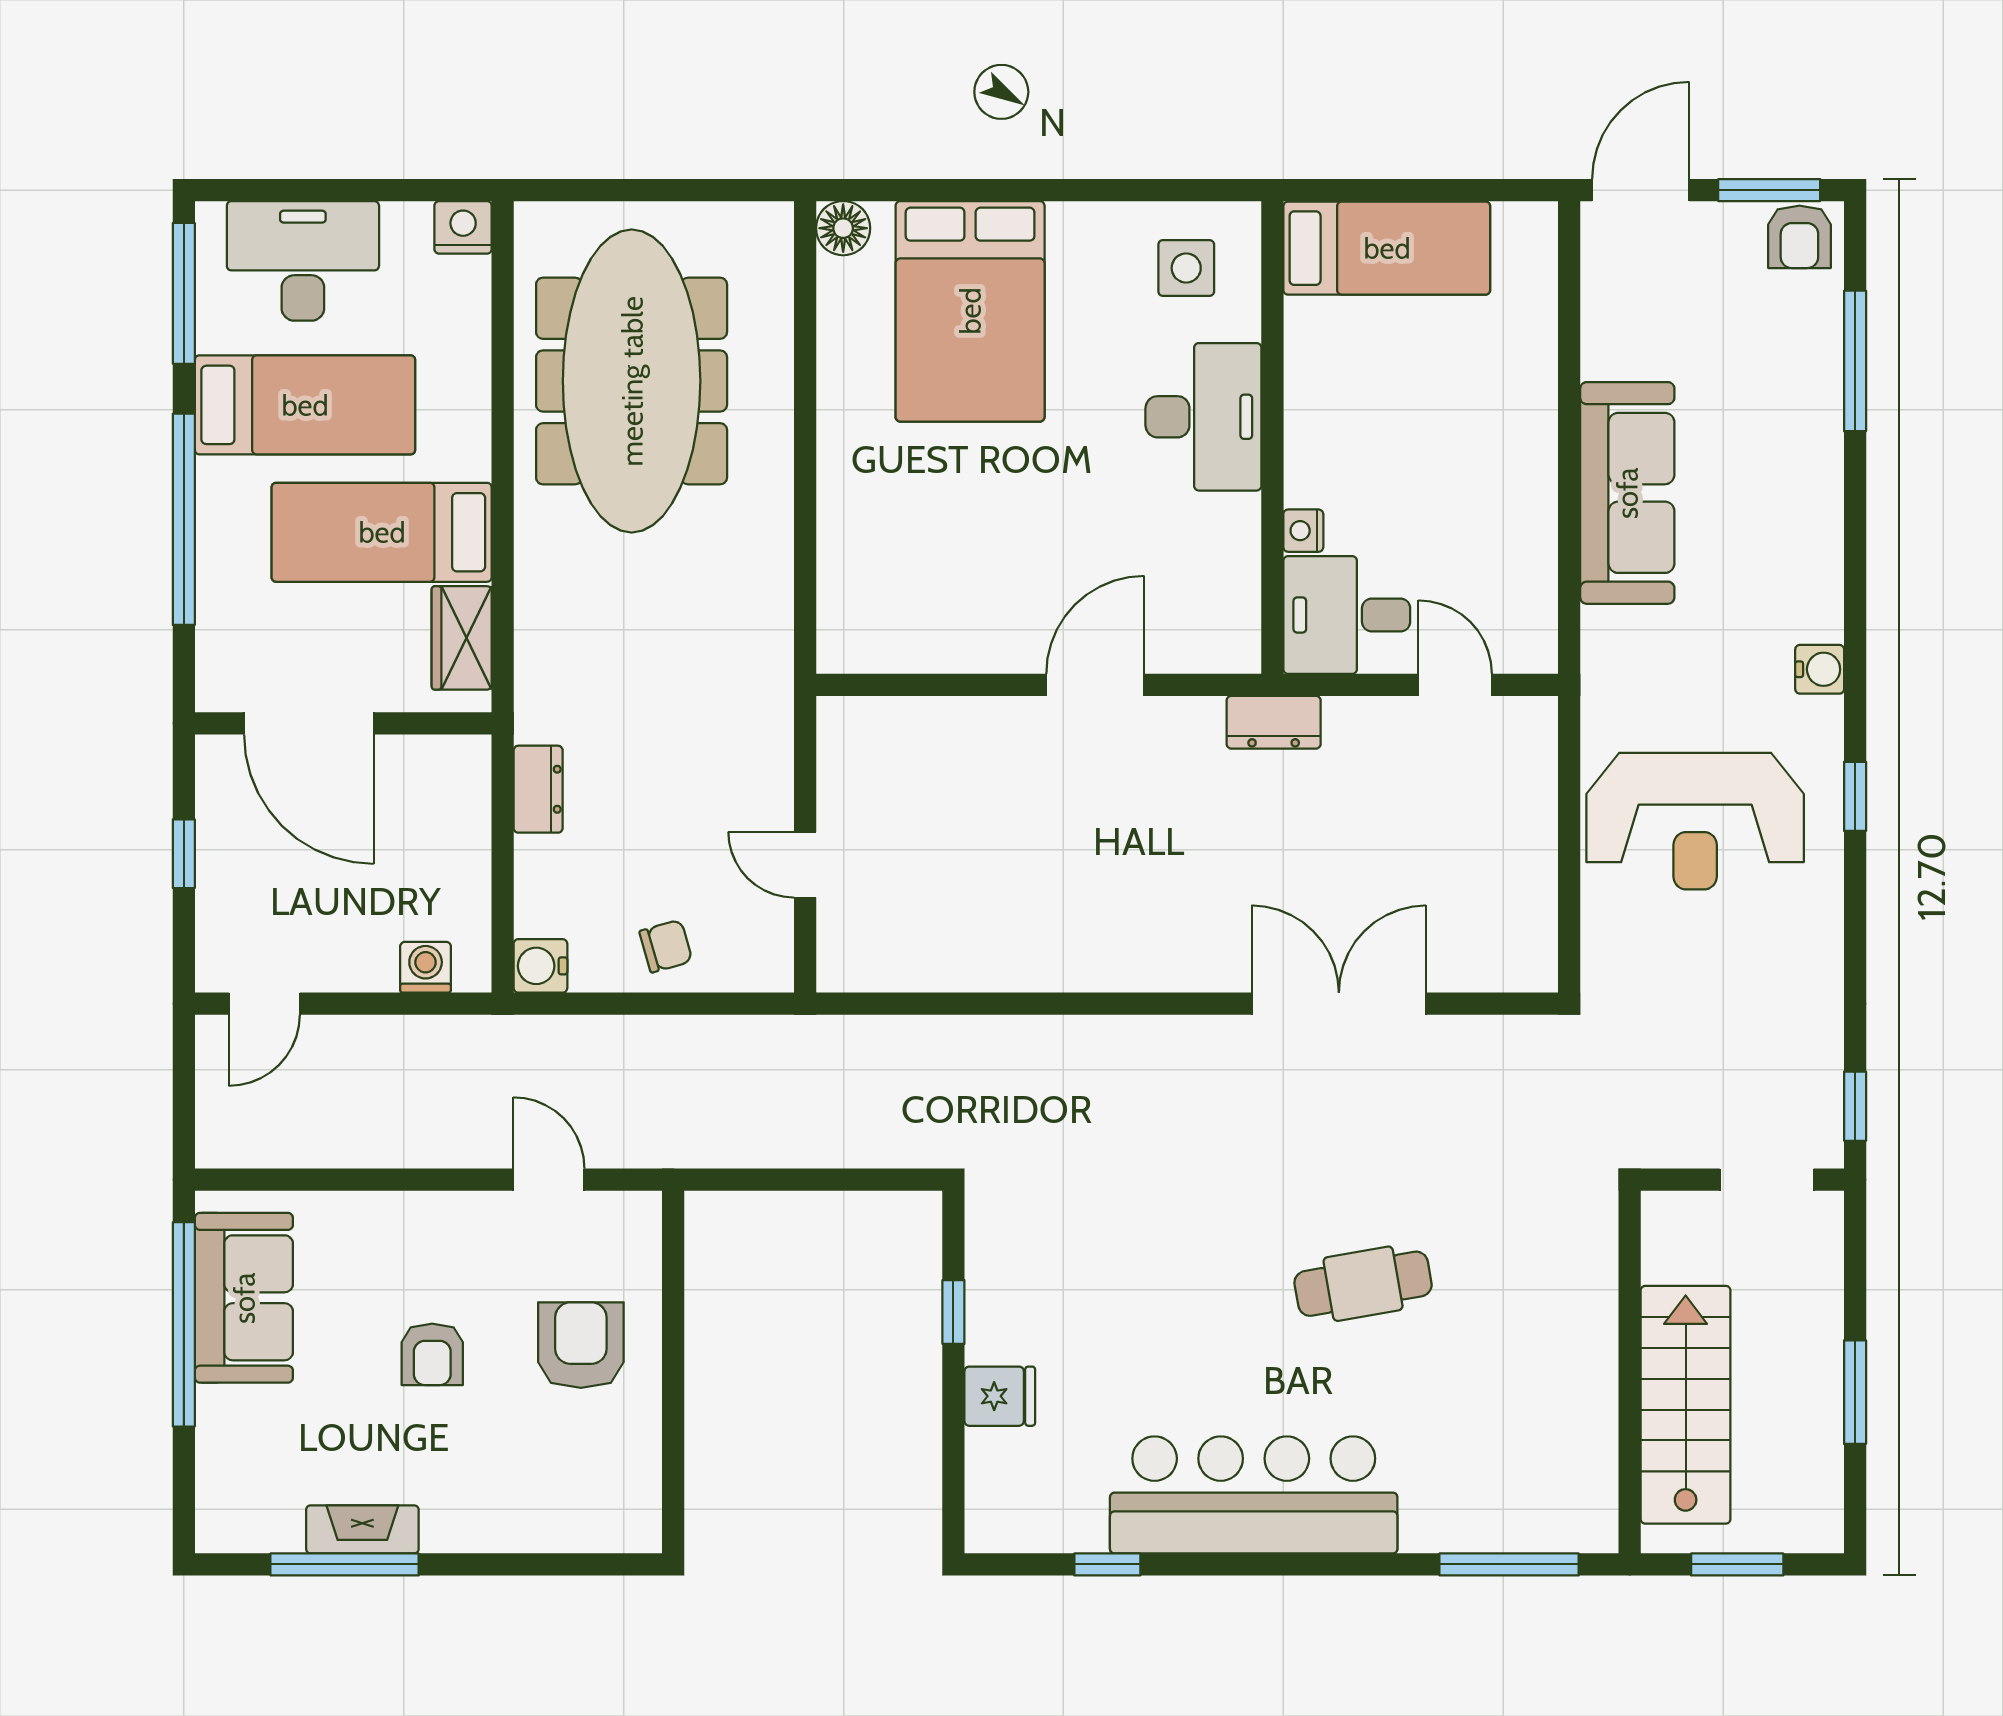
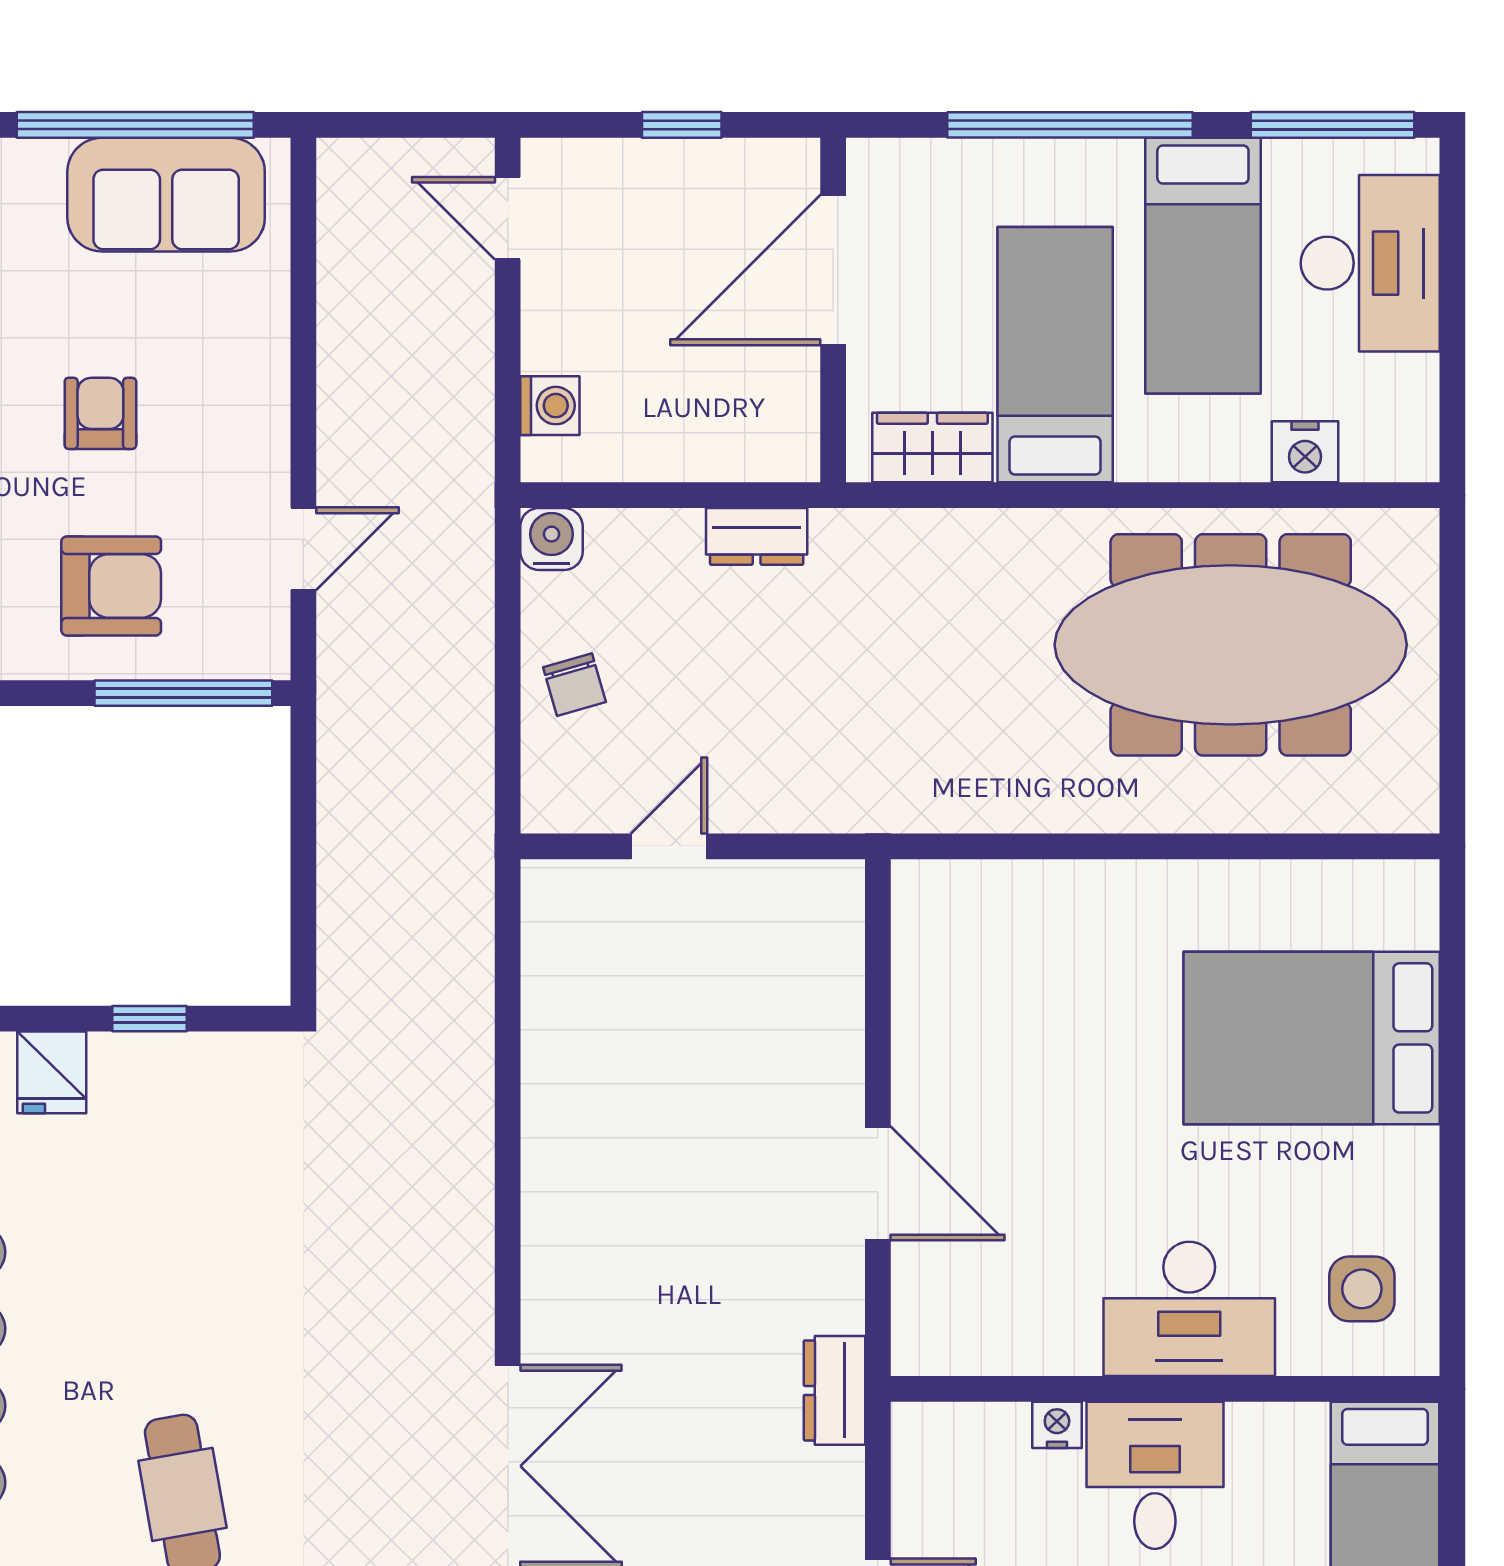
nightstand: (463, 227) -> (1305, 452), moved, turned 90
floor lamp: (843, 228) -> (1408, 891), removed
desk: (1347, 615) -> (1155, 1475), moved
window: (673, 1283) -> (183, 693), added
armchair: (432, 1354) -> (100, 413), turned 90

